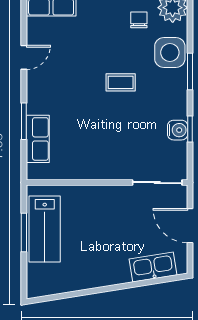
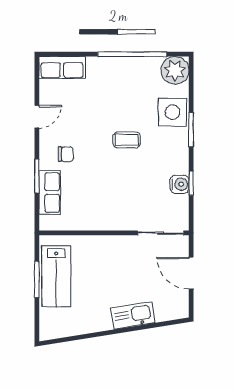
chair: (139, 20) -> (66, 154), moved, turned 90
kitchen sink: (153, 267) -> (133, 315), moved

